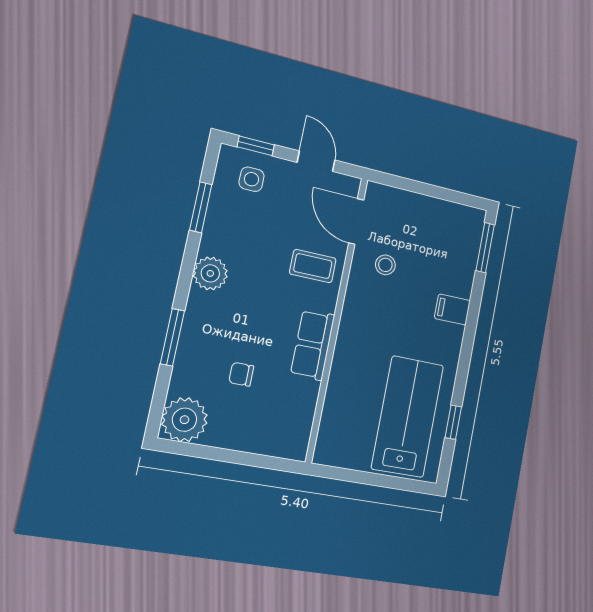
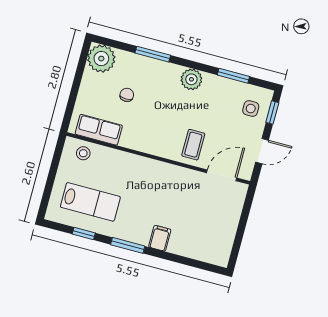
window: (485, 248) -> (128, 245), moved
stool: (385, 265) -> (83, 153), moved
row of seats: (313, 345) -> (99, 130), moved
lab bench: (408, 417) -> (90, 202), width x0.73, depth x0.72

